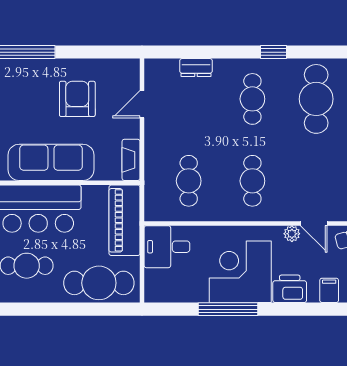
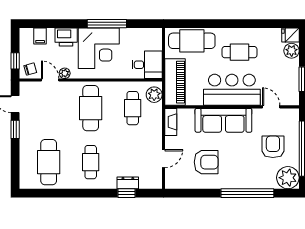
window: (273, 52) -> (126, 193), moved
armchair: (77, 99) -> (206, 162), turned -90
cafe table: (252, 181) -> (91, 108), width x1.37, depth x1.35
plant: (156, 201) -> (154, 95), added

